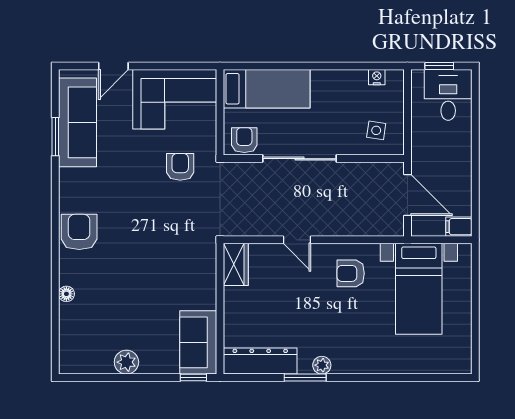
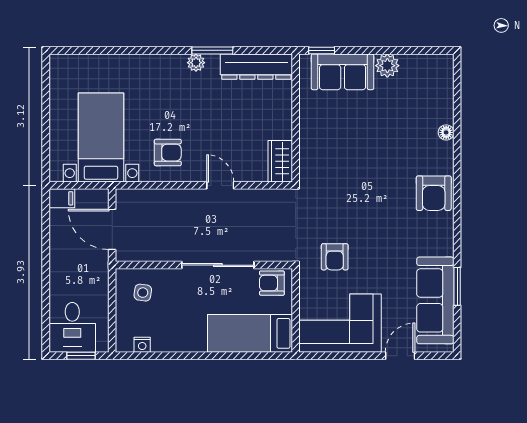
armchair: (244, 140) -> (272, 283), turned 90
sofa: (198, 342) -> (343, 72), moved, turned 90

